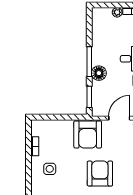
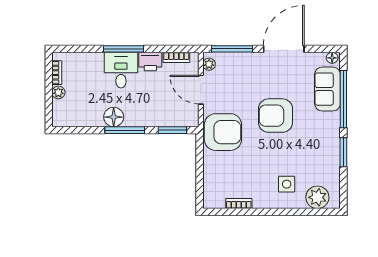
floor lamp: (99, 73) -> (114, 117), moved
side table: (50, 169) -> (287, 184), moved

